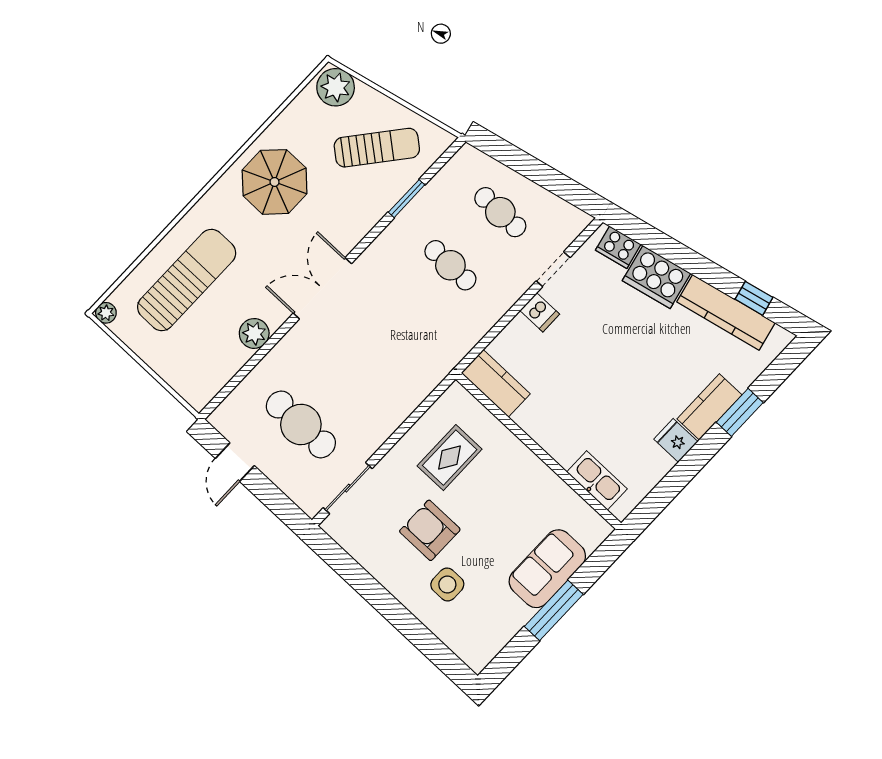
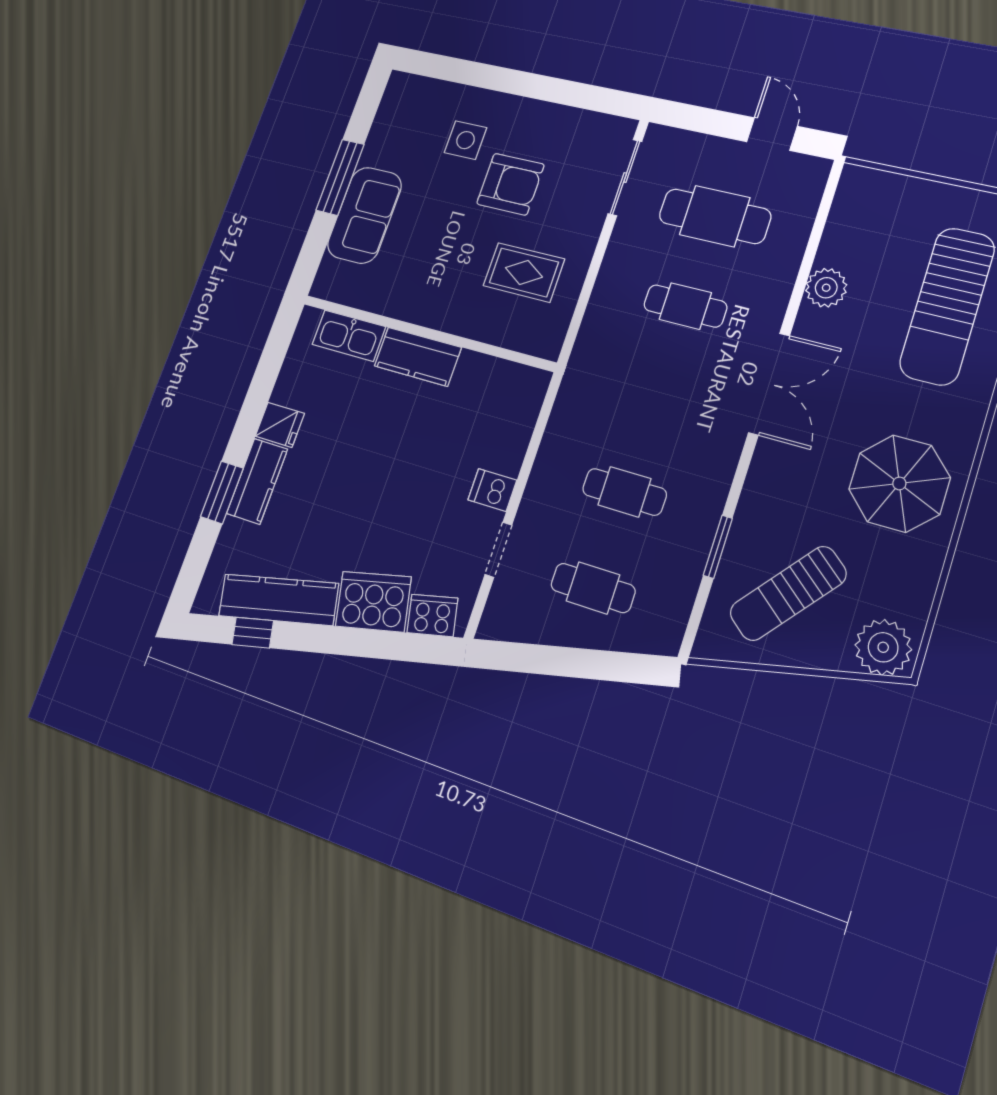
cafe table: (351, 371) -> (685, 306), added
kitchen counter: (496, 383) -> (418, 357), moved
rug: (450, 458) -> (524, 272), turned 90

